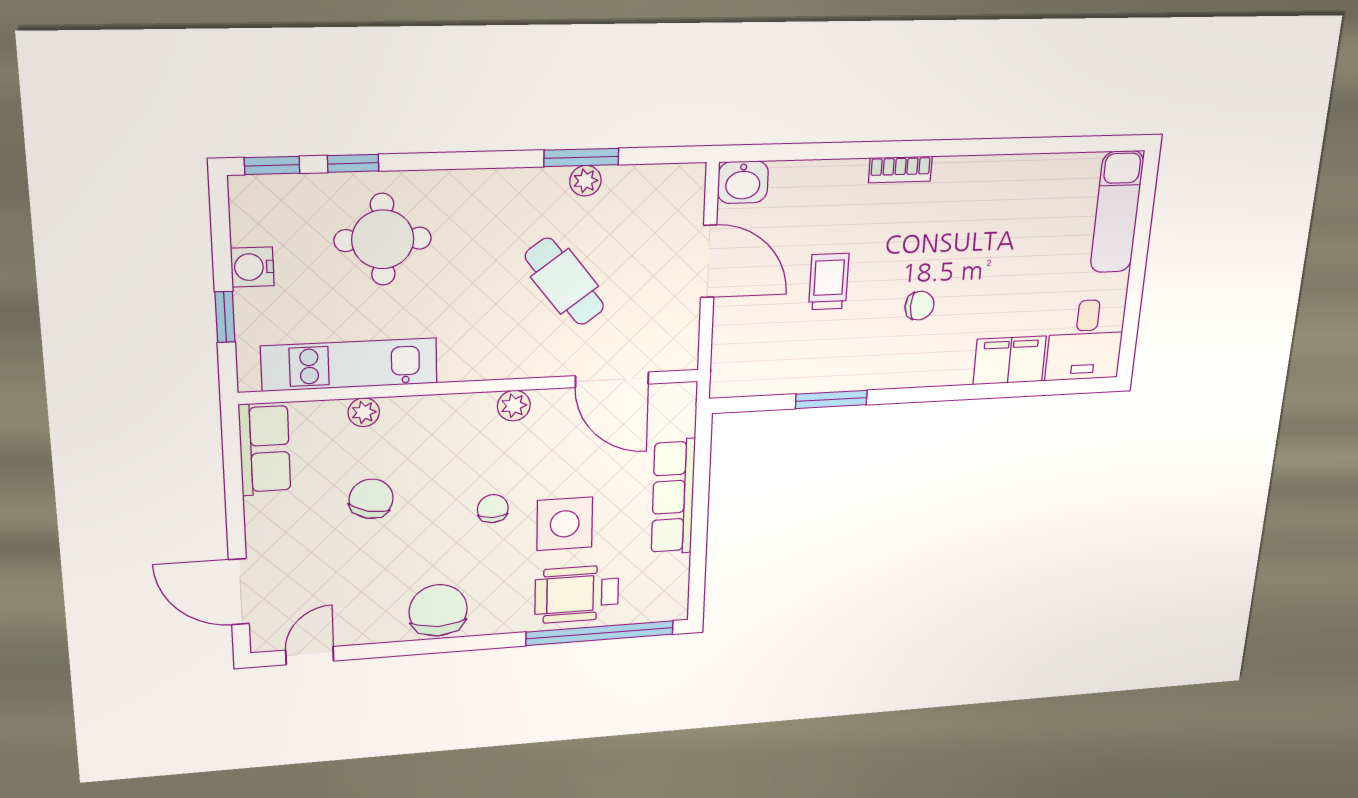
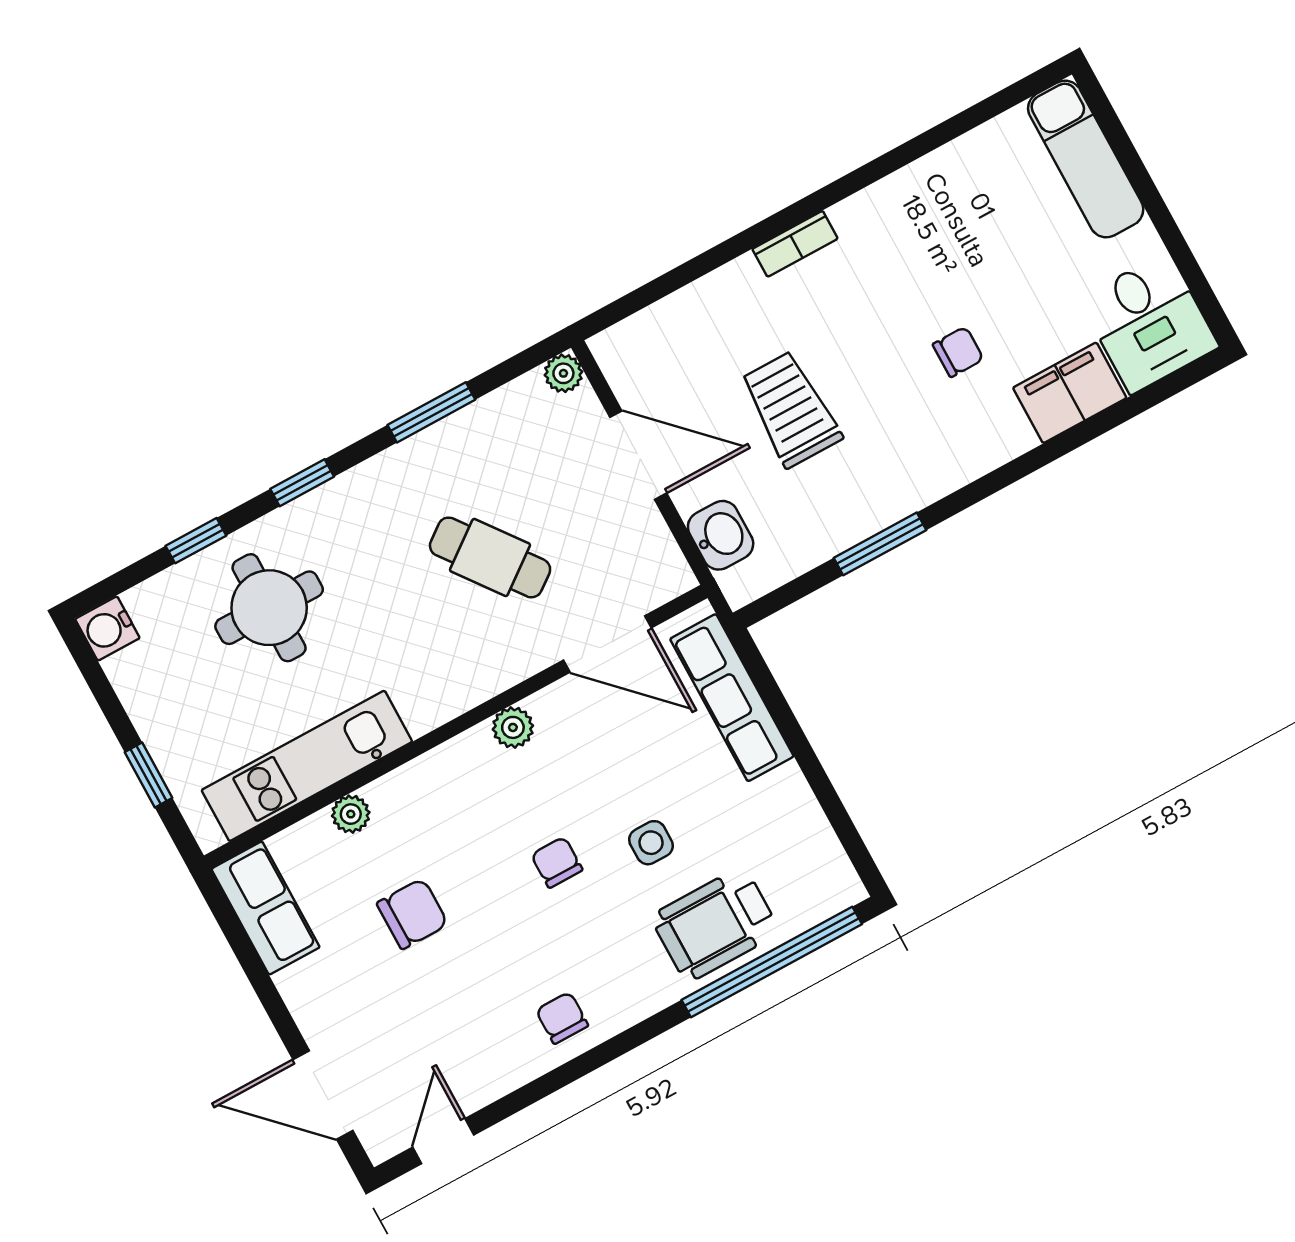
window: (272, 165) -> (302, 483), moved
plant: (585, 181) -> (563, 373), moved
washbasin: (743, 182) -> (721, 535), moved, turned -90
water cooler: (252, 267) -> (107, 628), moved
trolley: (829, 282) -> (791, 409), width x1.36, depth x1.39
chair: (919, 306) -> (958, 352), moved
row of seats: (673, 497) -> (732, 698), moved
chair: (371, 499) -> (412, 914), turned 76
side table: (565, 524) -> (651, 843), width x0.54, depth x0.54
chair: (438, 610) -> (562, 1018), width x0.54, depth x0.54

